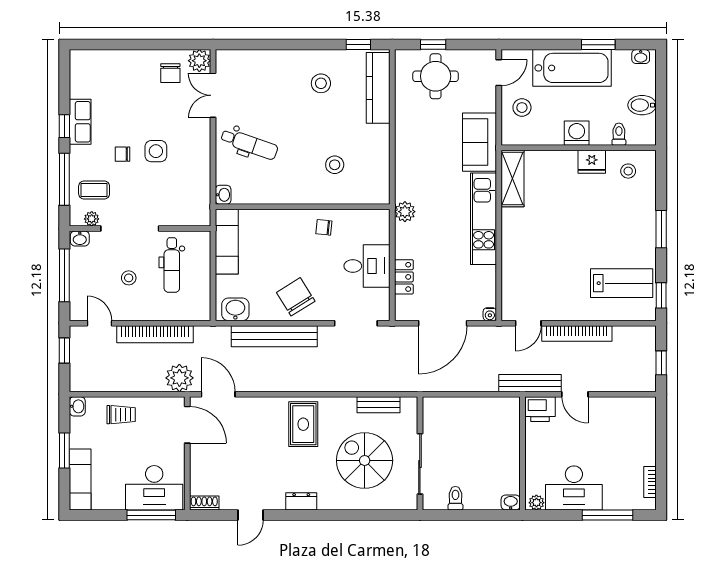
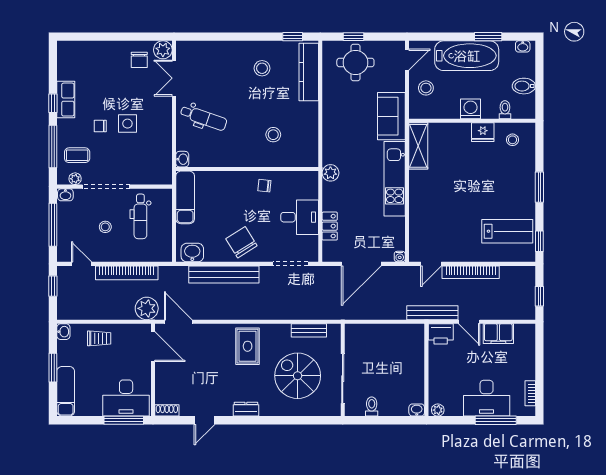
filing cabinet: (611, 409) -> (498, 334), added
desk: (574, 488) -> (487, 398), moved

